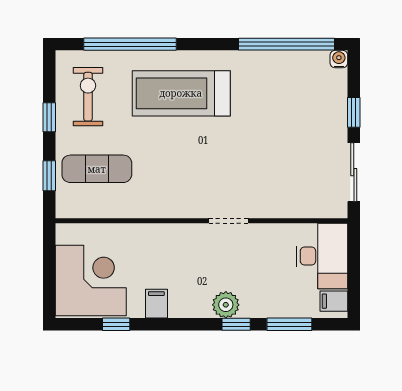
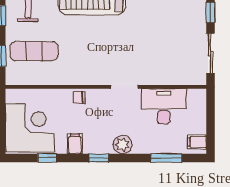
chair: (162, 236) -> (79, 98), added
desk: (322, 256) -> (164, 106), moved, turned -90
window: (236, 324) -> (99, 158), moved

